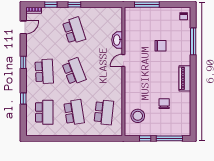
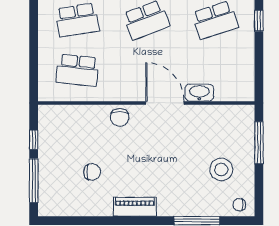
chair: (160, 46) -> (120, 117), moved
door: (123, 60) -> (165, 103), width x1.88
stool: (138, 116) -> (221, 170), moved

